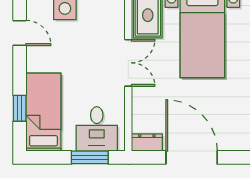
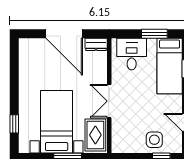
window: (90, 157) -> (154, 34), moved

